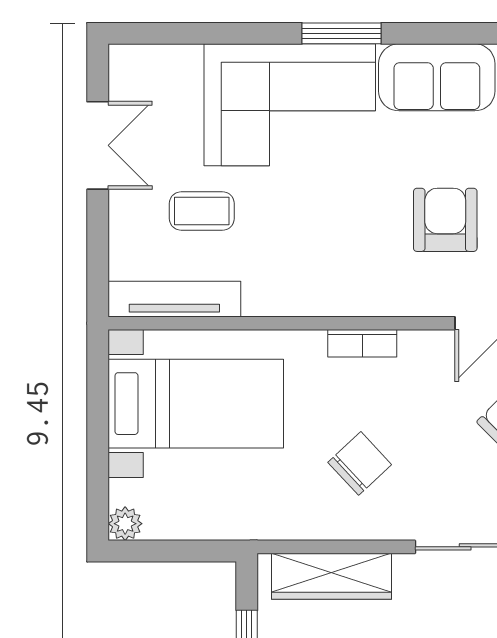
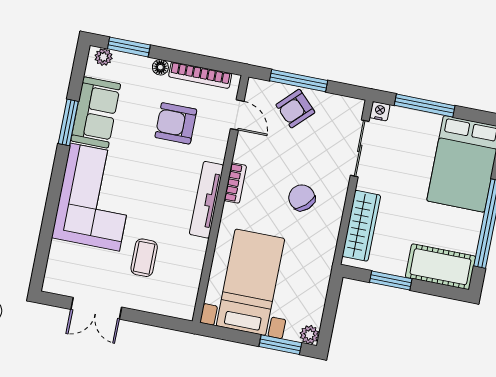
window: (341, 33) -> (68, 122), moved
double door: (98, 145) -> (96, 308), swing flipped
tv unit: (174, 299) -> (206, 200), moved
window: (98, 477) -> (280, 345), added

